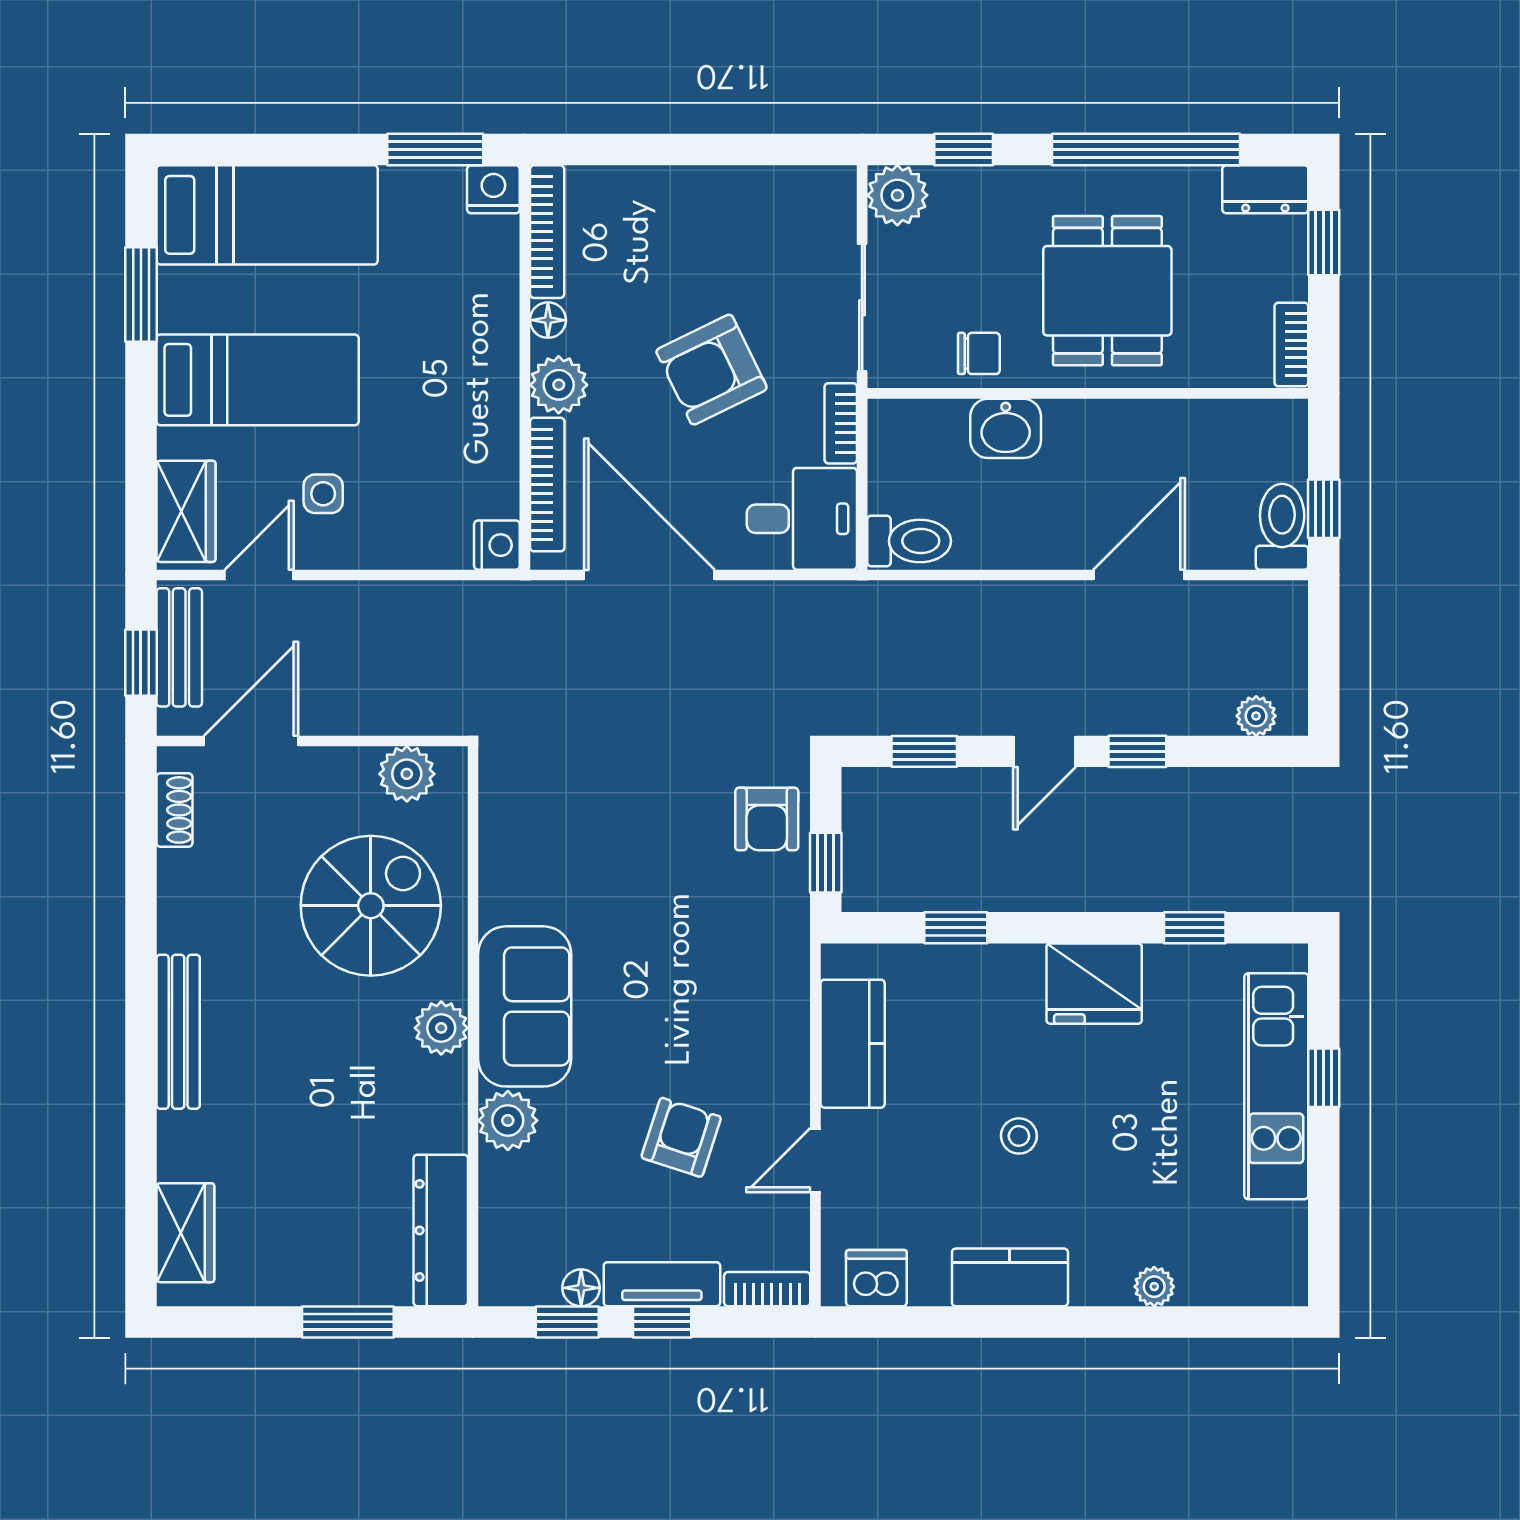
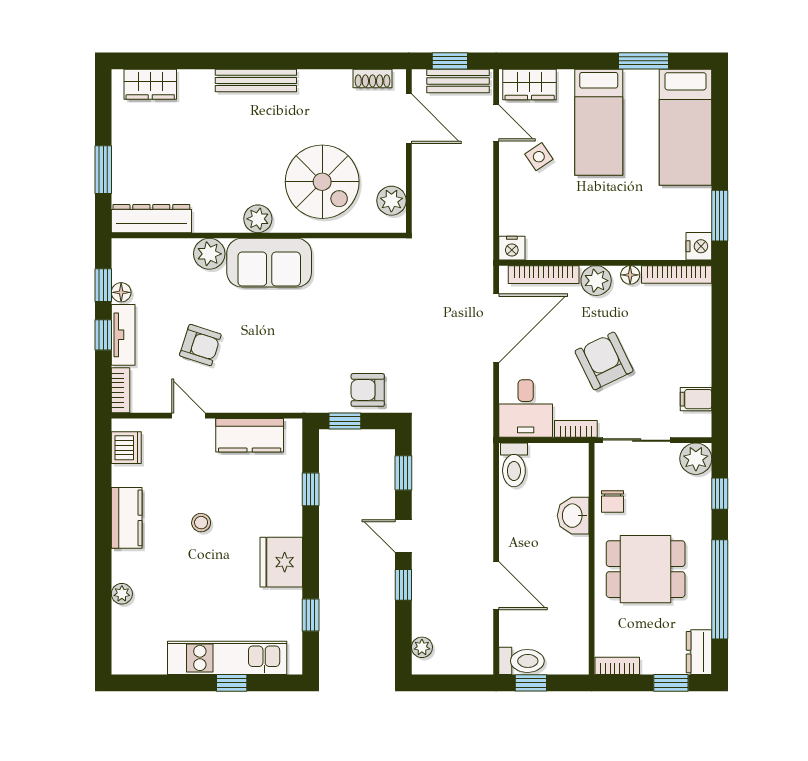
filing cabinet: (784, 195) -> (696, 399), added
side table: (323, 494) -> (539, 157), turned -34

